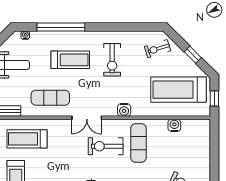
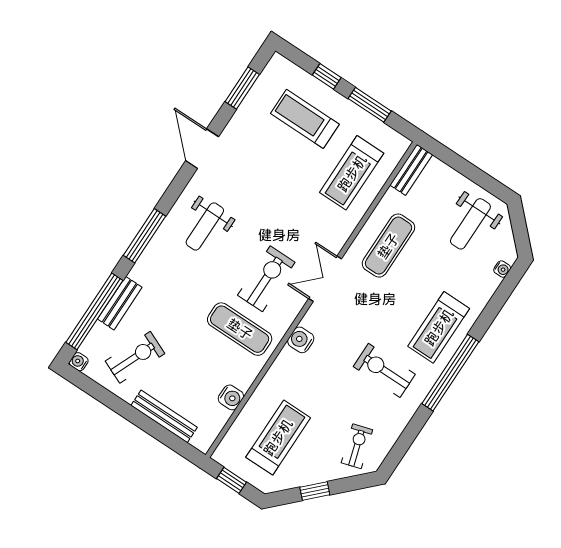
window: (61, 27) -> (450, 373), moved
treadmill: (70, 60) -> (439, 327), moved
treadmill: (179, 90) -> (278, 437), width x0.73, depth x0.73
treadmill: (27, 139) -> (352, 173), turned 180
bench: (205, 152) -> (164, 416), added

